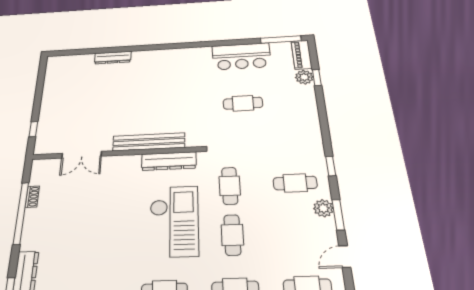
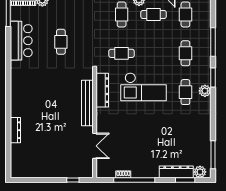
checkout: (174, 221) -> (143, 87), turned 180
cafe table: (232, 235) -> (154, 14), moved

